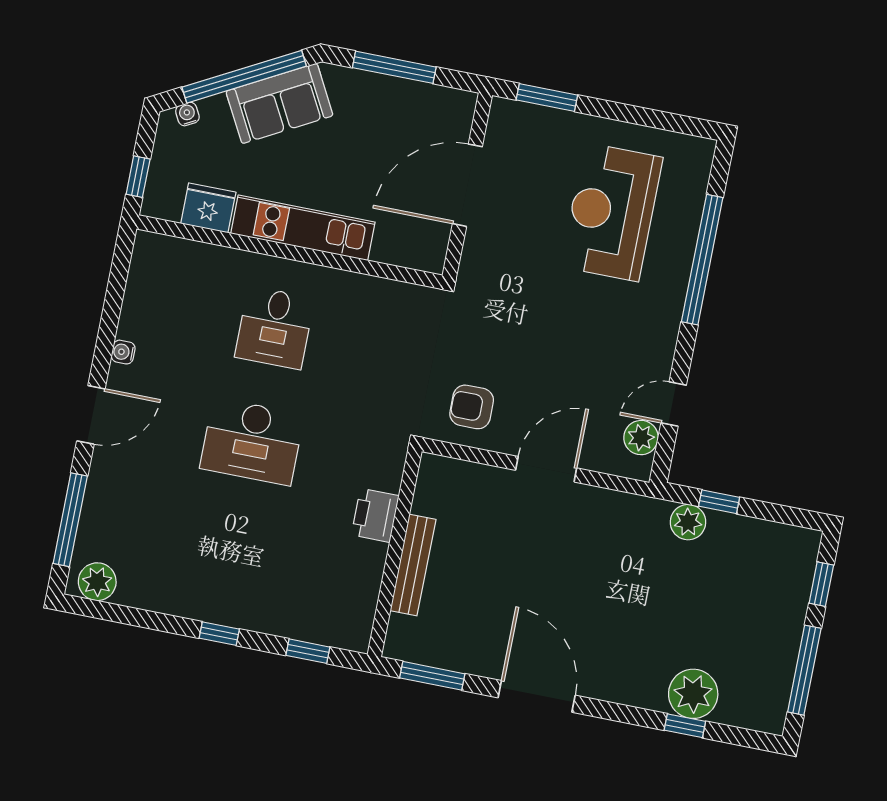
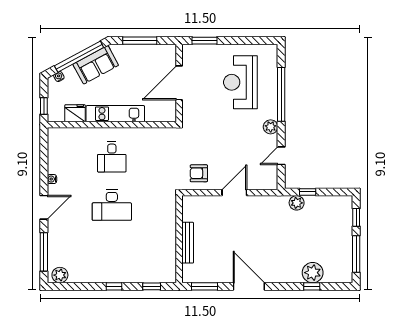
plant: (641, 438) -> (271, 127), moved
printer: (375, 515) -> (168, 225), removed

